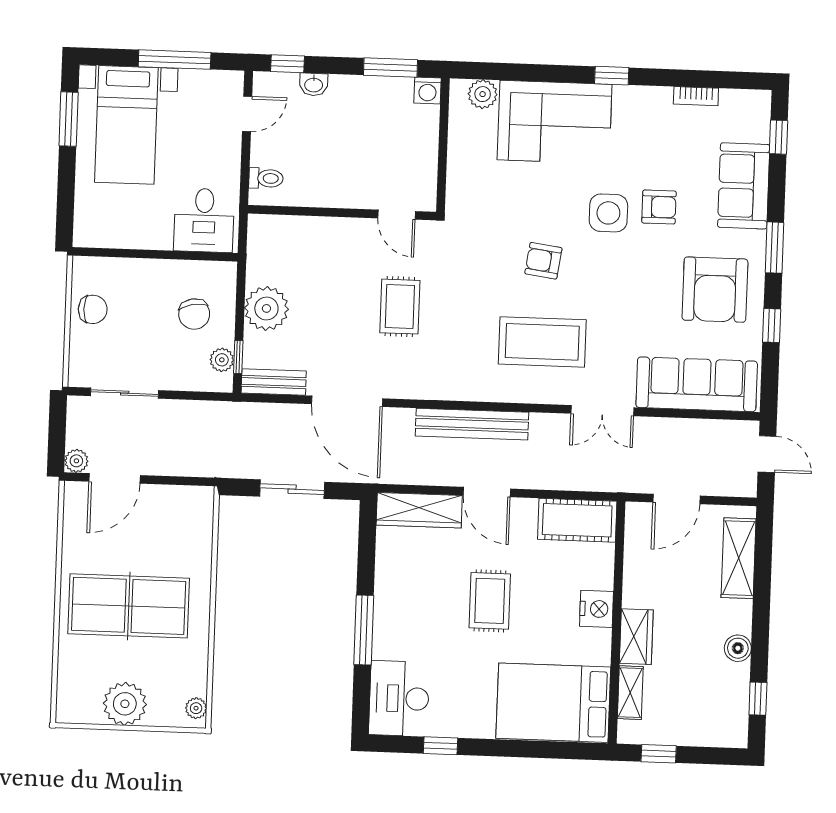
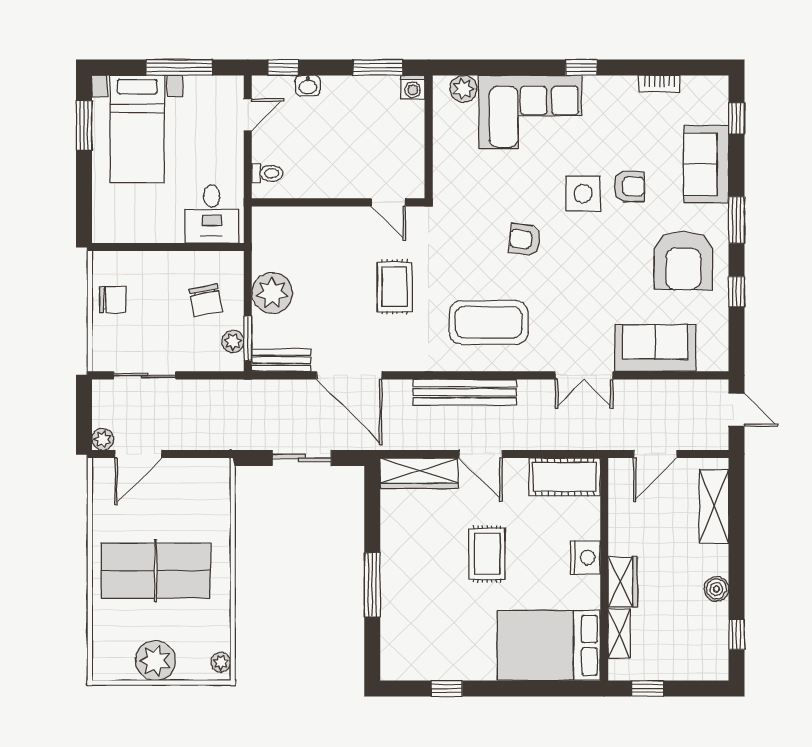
coffee table: (542, 342) -> (489, 322), moved
window: (238, 357) -> (248, 338), width x1.50
sofa: (697, 384) -> (655, 348), width x0.73
desk: (399, 698) -> (407, 646), removed

